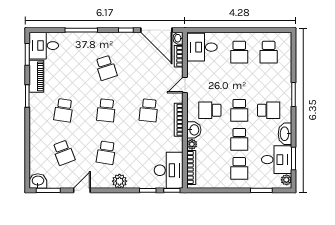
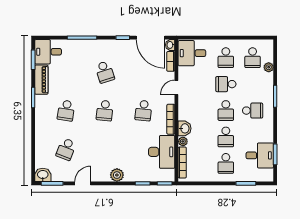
school desk: (210, 110) -> (226, 84), moved
washbasin: (285, 134) -> (267, 132), removed
school desk: (64, 153) -> (66, 149), turned 42
school desk: (106, 153) -> (105, 149), removed
desk: (169, 170) -> (162, 152), moved
plant: (286, 180) -> (269, 67), moved

